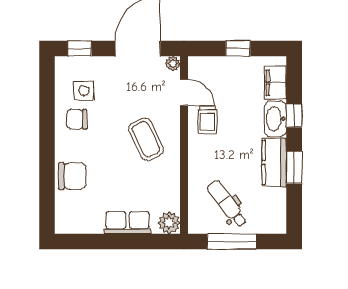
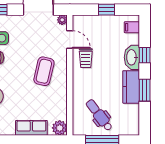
filing cabinet: (275, 83) -> (132, 27), width x0.50
coffee table: (146, 139) -> (44, 71), turned 39

